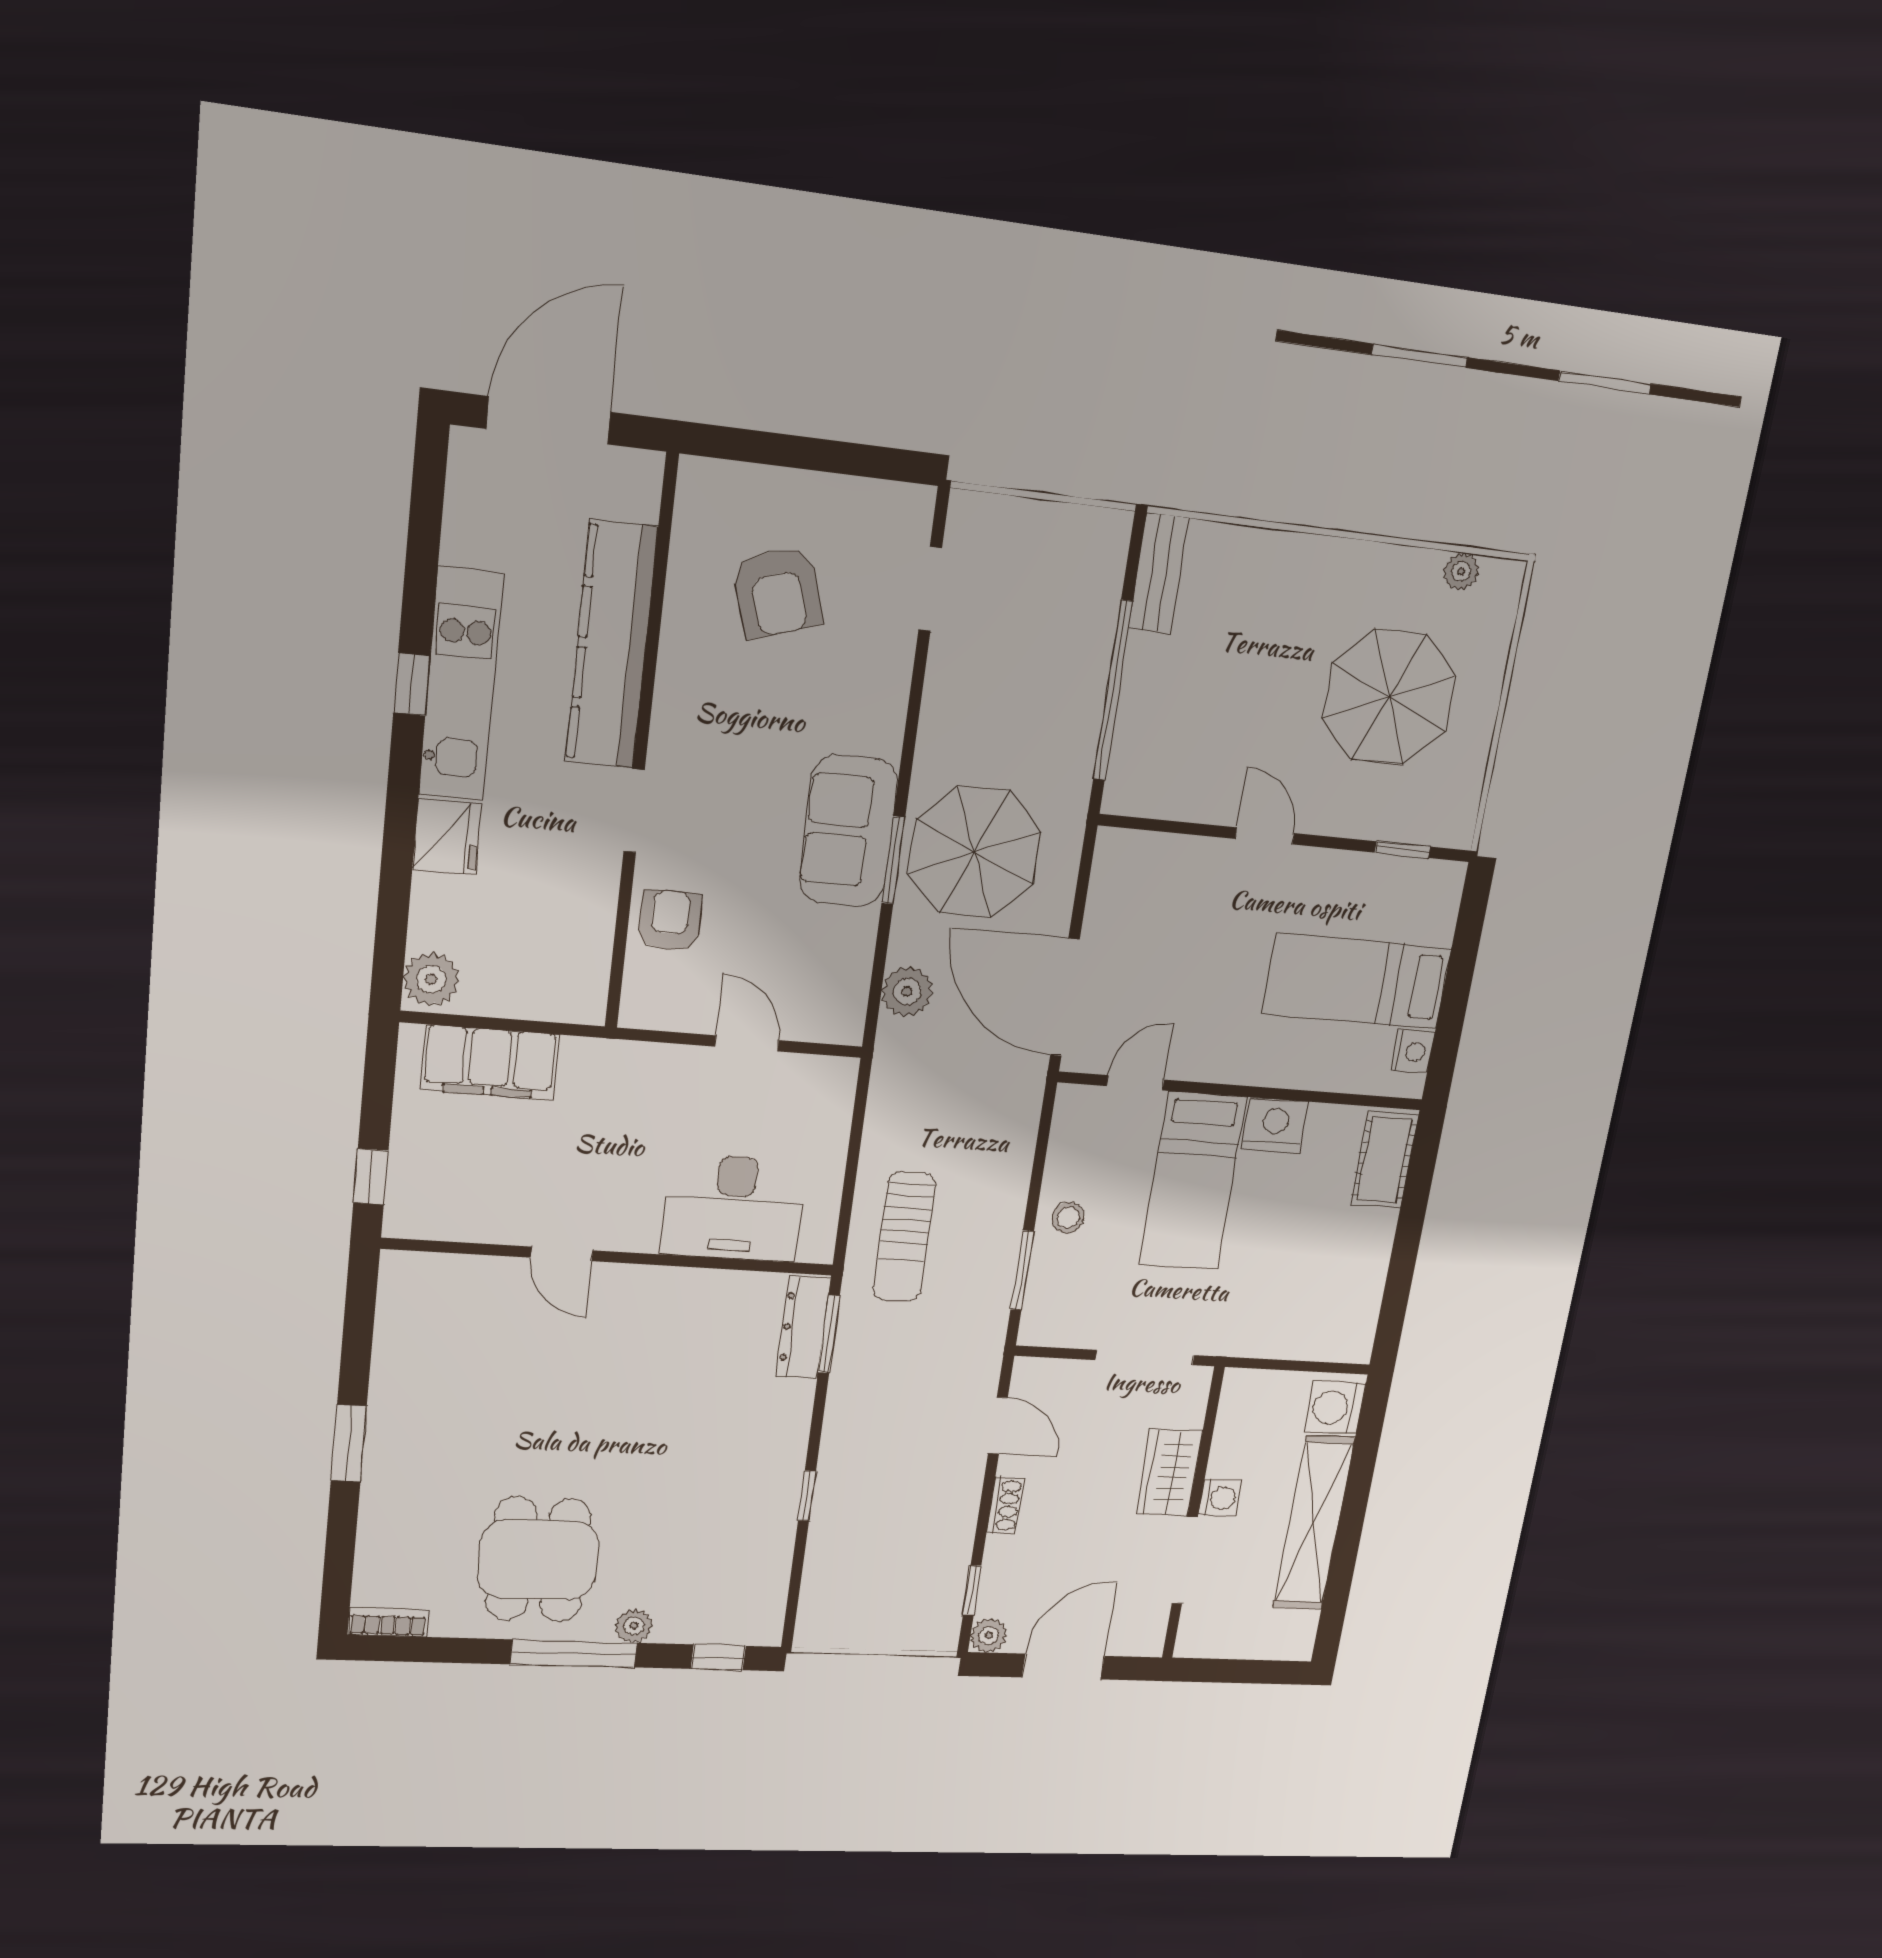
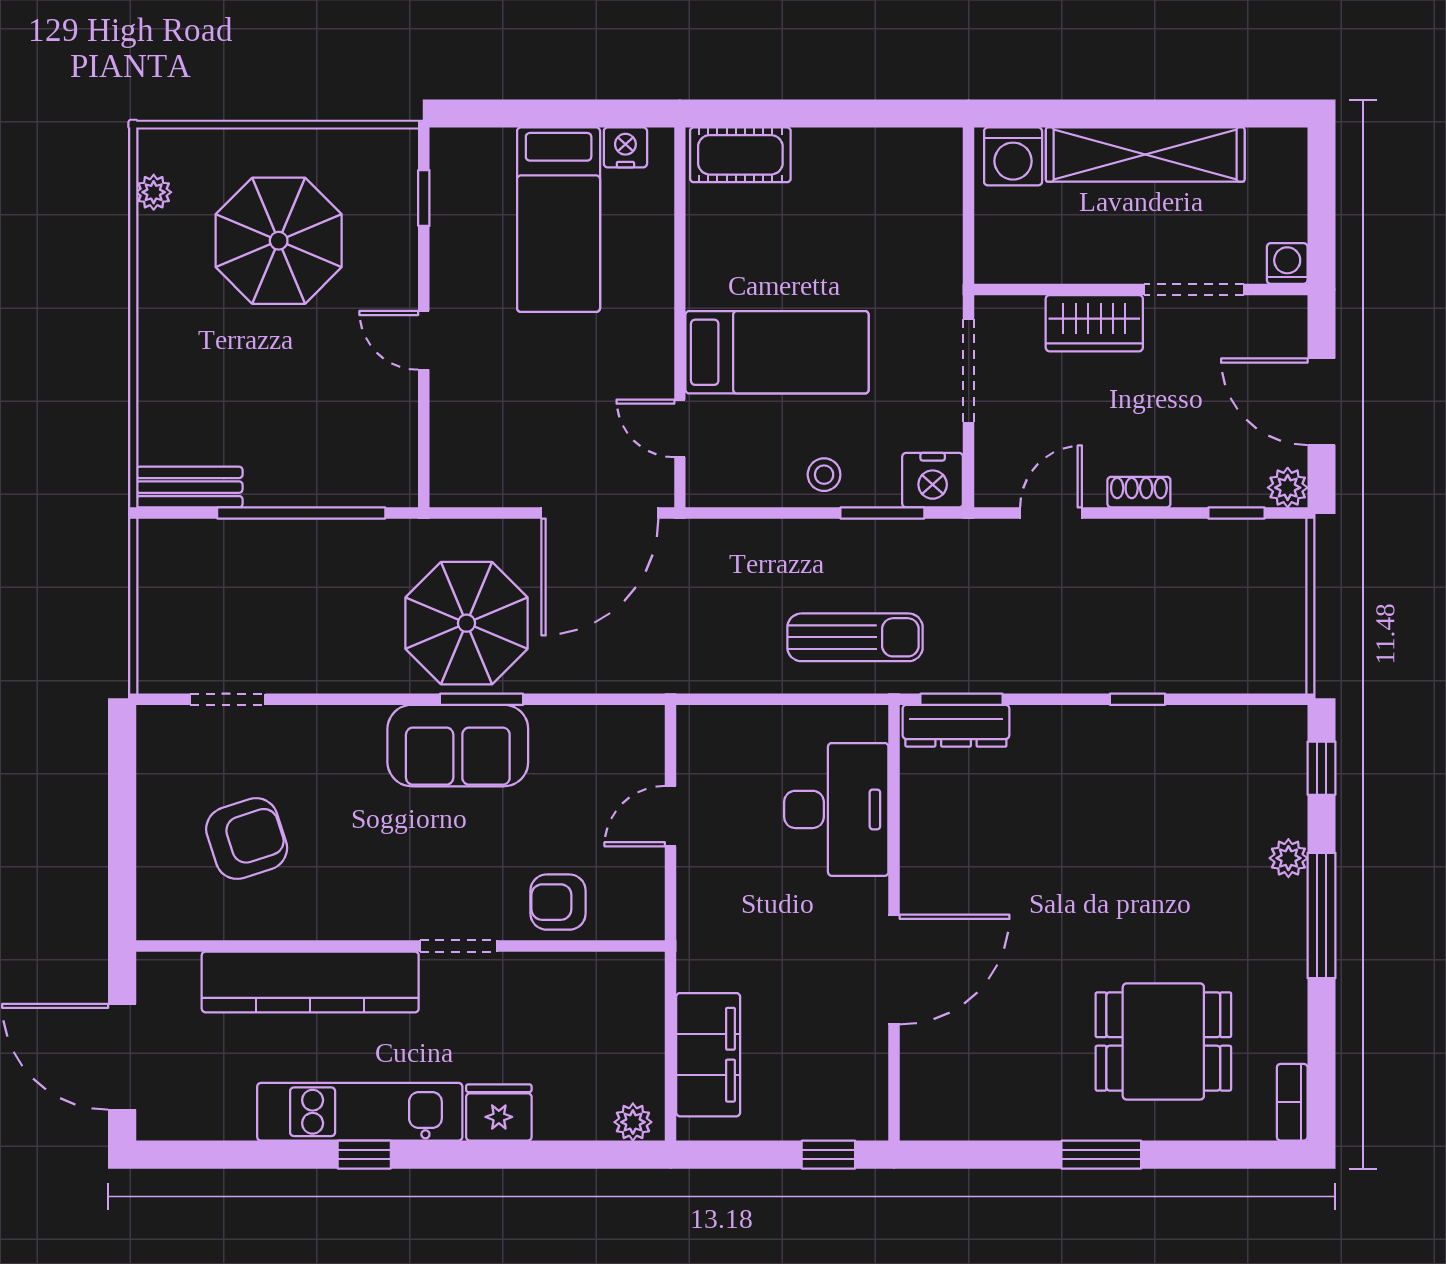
door: (1265, 836) -> (424, 340), hinge flipped
plant: (431, 979) -> (633, 1122), width x0.73, depth x0.73
plant: (907, 991) -> (607, 669), removed
nightstand: (1275, 1125) -> (933, 480), moved, turned -90
door: (562, 1254) -> (894, 970), width x1.88
washing machine: (1220, 1498) -> (1287, 264), moved
dining table: (538, 1560) -> (1163, 1041), moved

